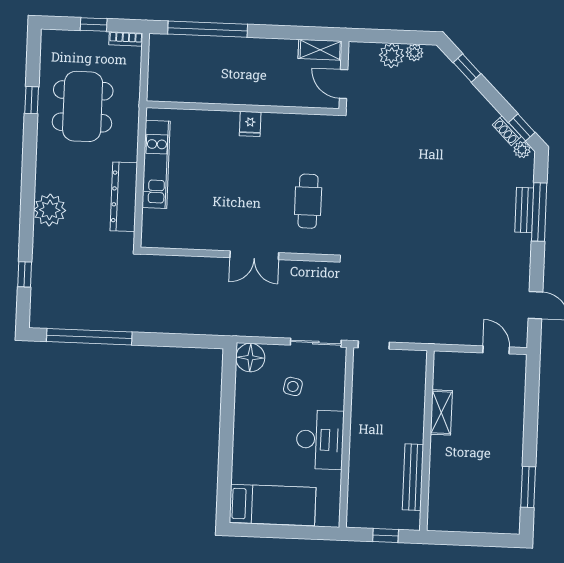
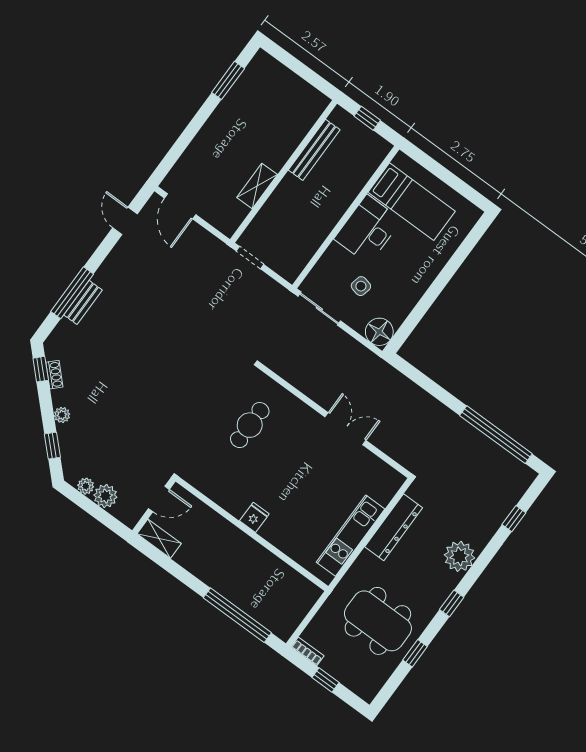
door: (344, 84) -> (159, 499), hinge flipped
dining table: (83, 106) -> (378, 621), turned 90
plant: (522, 150) -> (62, 415), moved
window: (29, 165) -> (452, 603), added
double door: (254, 255) -> (345, 429), moved
doorway: (374, 345) -> (250, 258), moved
door: (496, 350) -> (180, 206), width x1.38
bed: (273, 505) -> (412, 202), moved, turned 180

